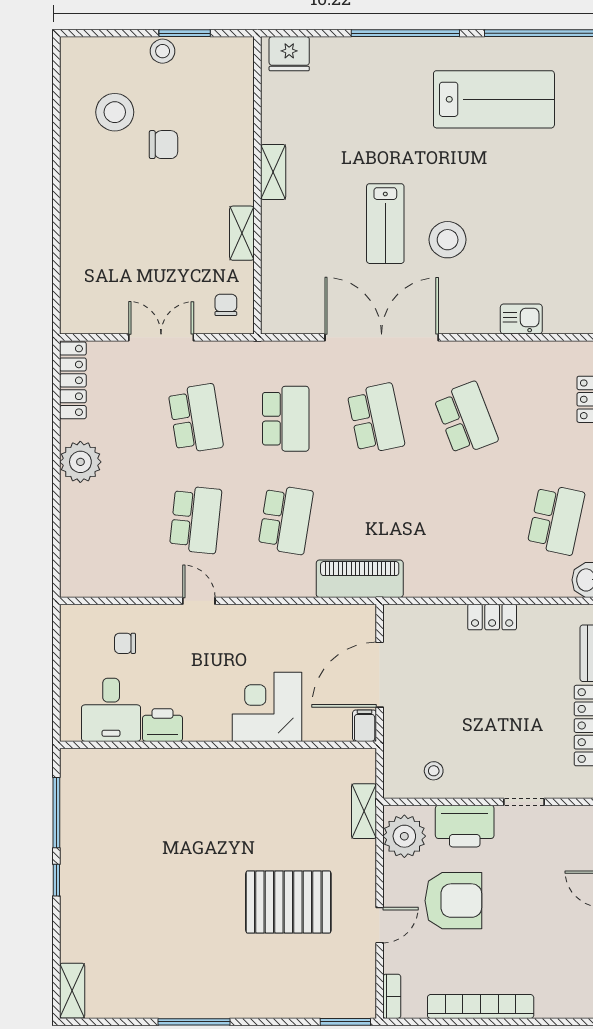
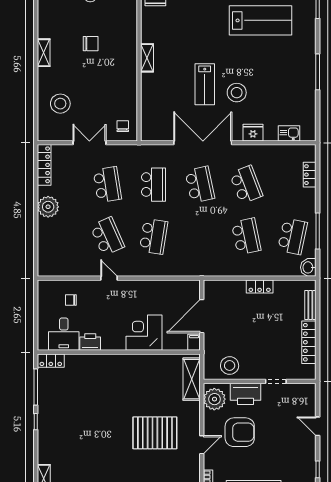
stool: (115, 112) -> (60, 104), moved
shelving: (242, 233) -> (44, 53), moved
fridge: (479, 318) -> (253, 133), added
kitchen sink: (521, 319) -> (289, 133), moved
school desk: (196, 519) -> (107, 236), turned -30
school desk: (466, 519) -> (246, 236), added
piano: (360, 579) -> (192, 267), removed
locker: (86, 761) -> (51, 361), added
stool: (434, 771) -> (230, 365), width x1.89, depth x1.89
shelving: (364, 811) -> (192, 379), width x1.50, depth x1.33

